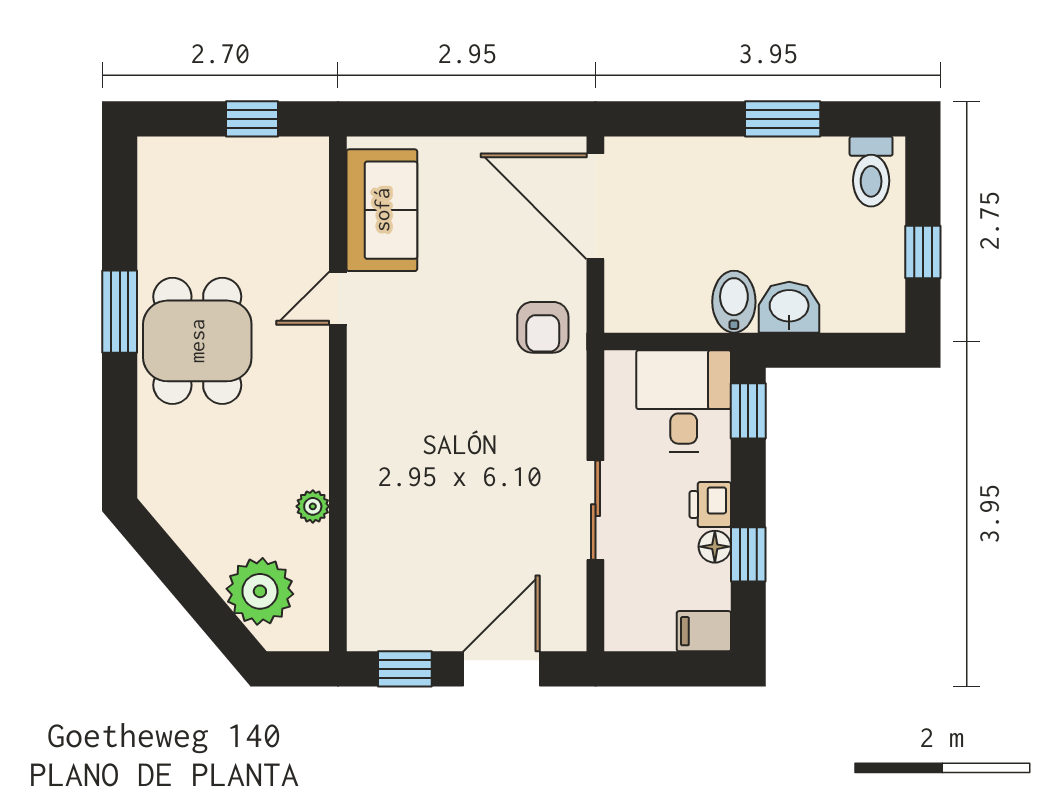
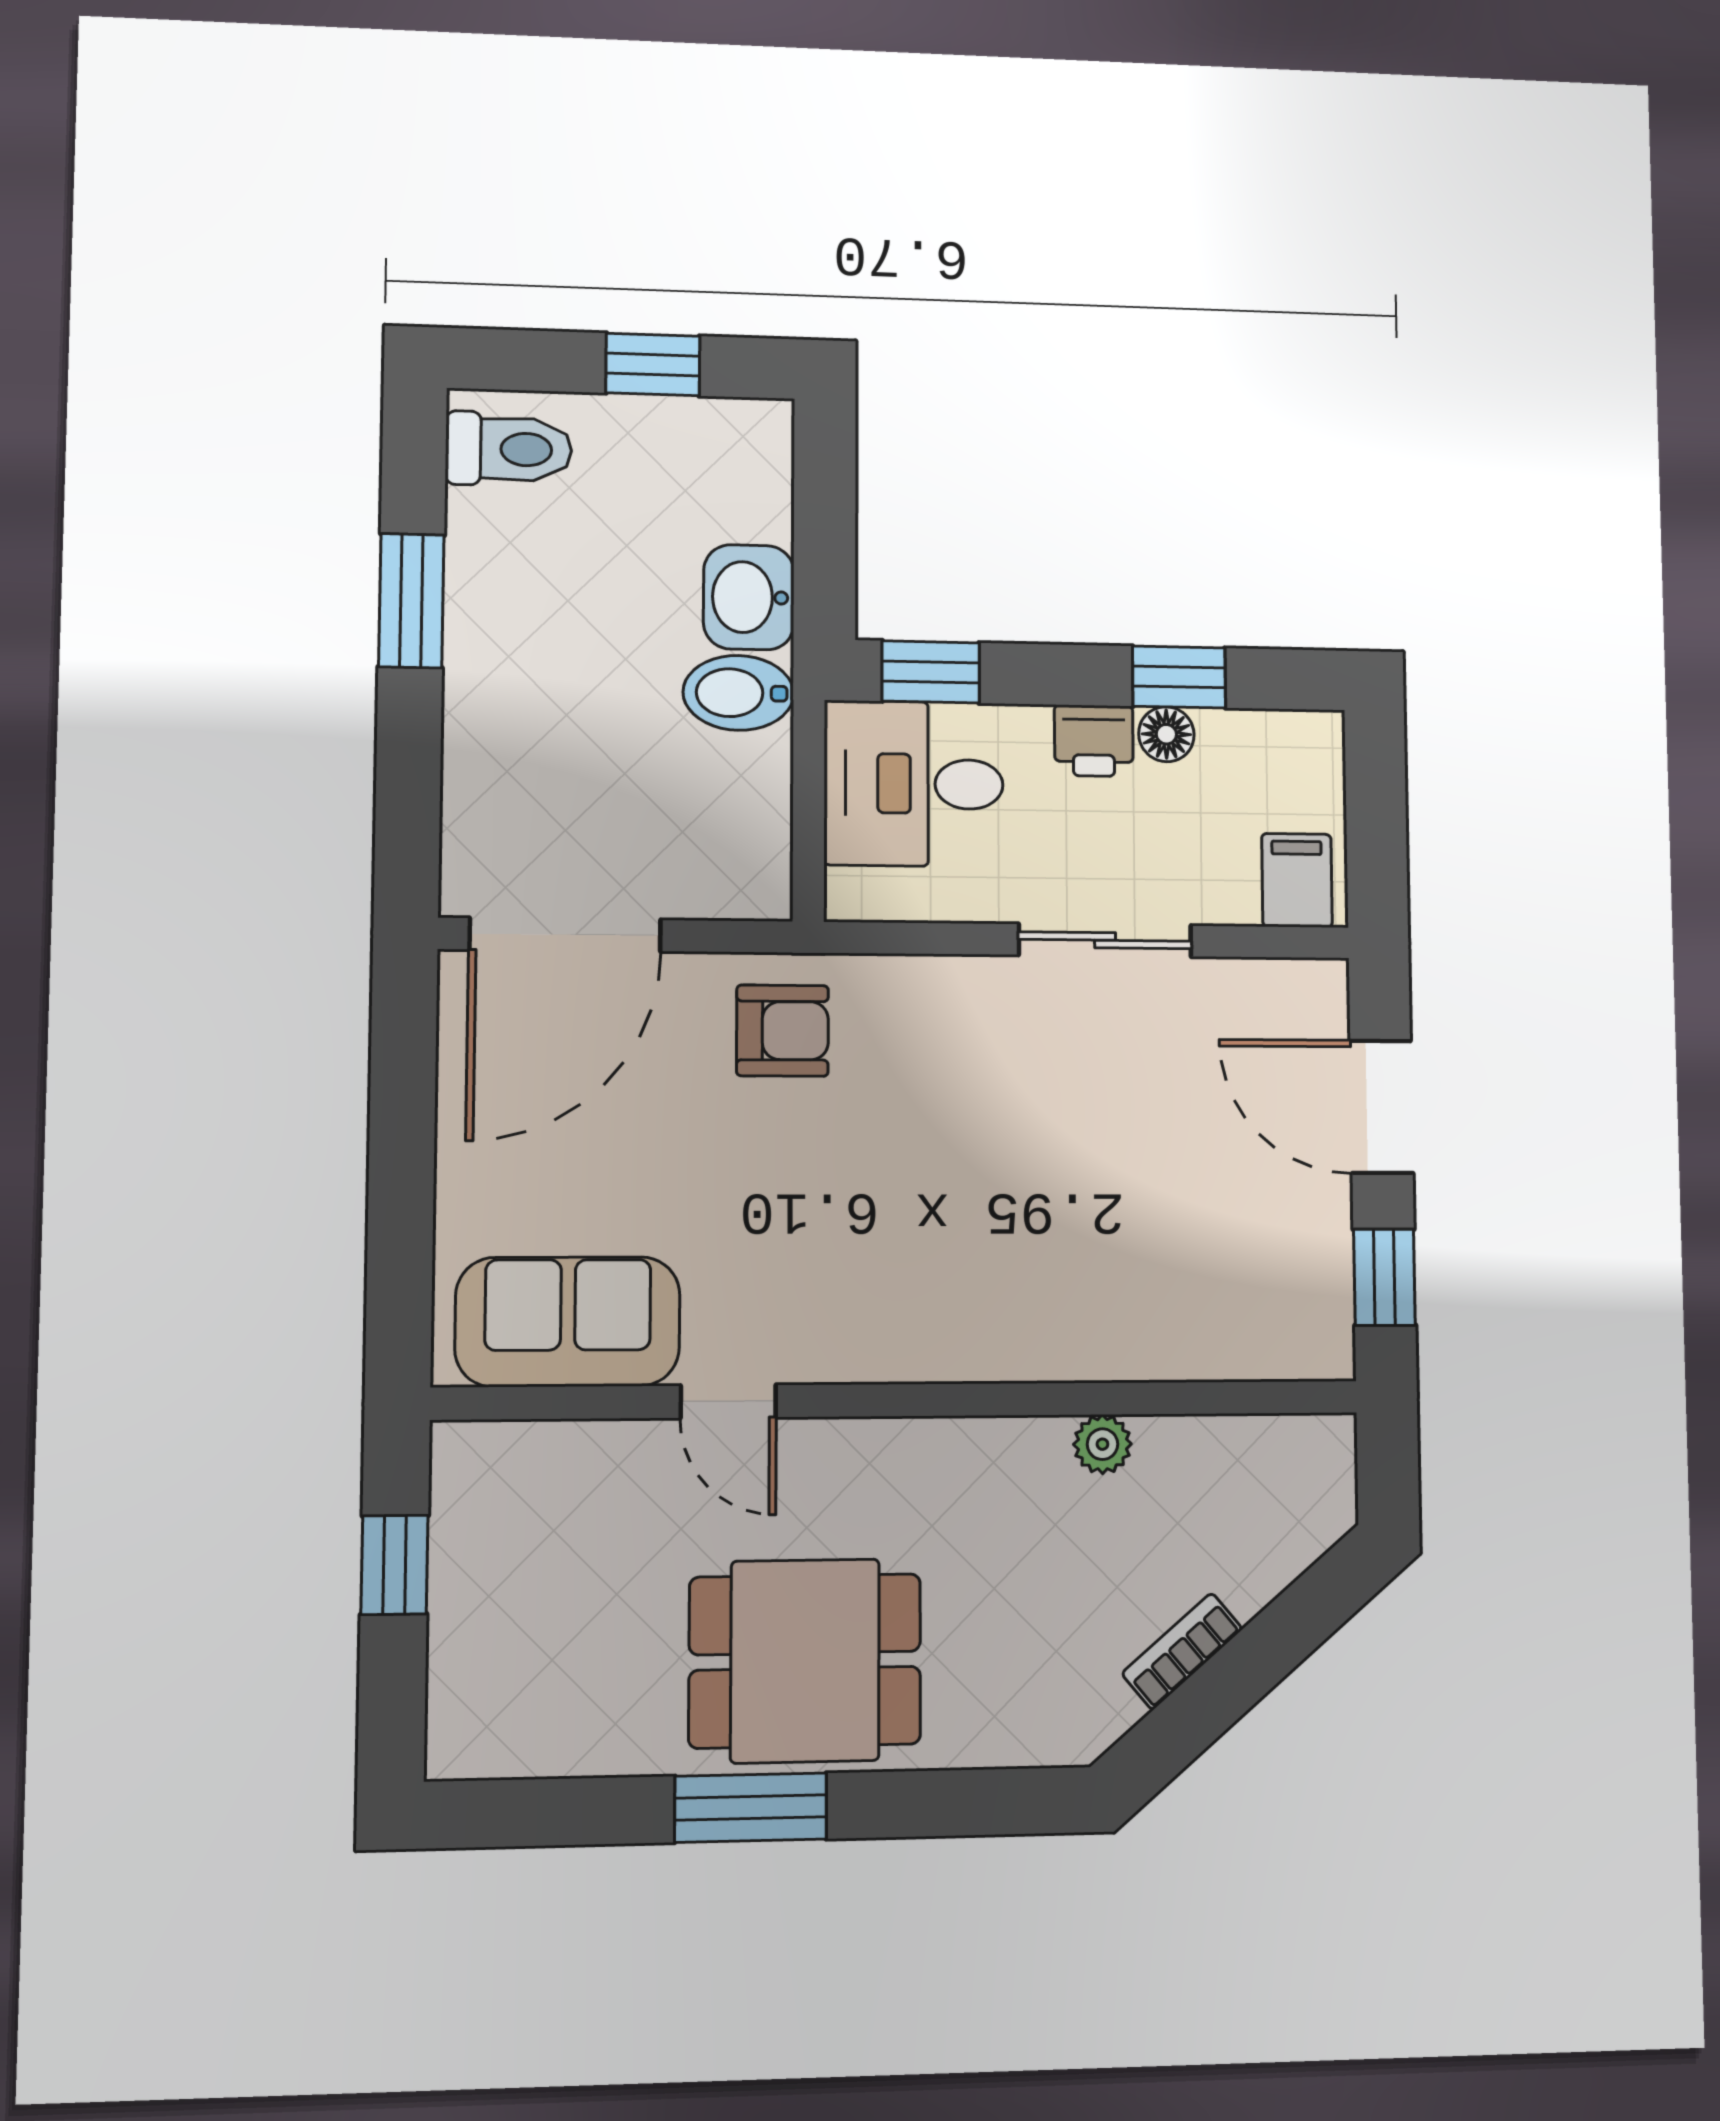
bookcase: (199, 550) -> (1182, 1651), added
plant: (260, 591) -> (1253, 1538), removed
filing cabinet: (704, 631) -> (1297, 880), moved, turned 180

